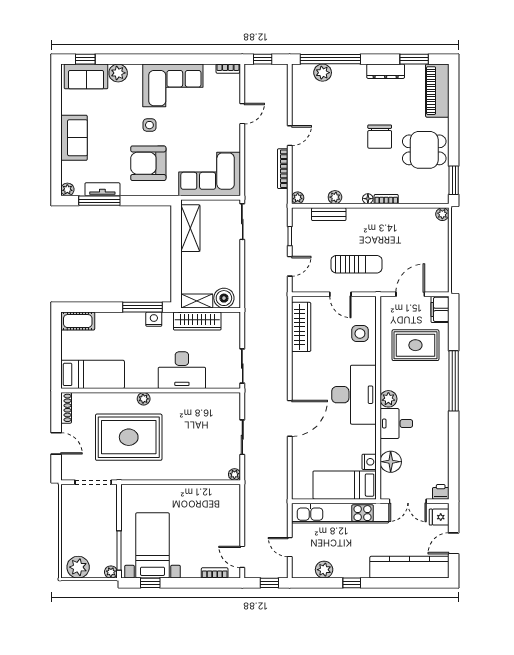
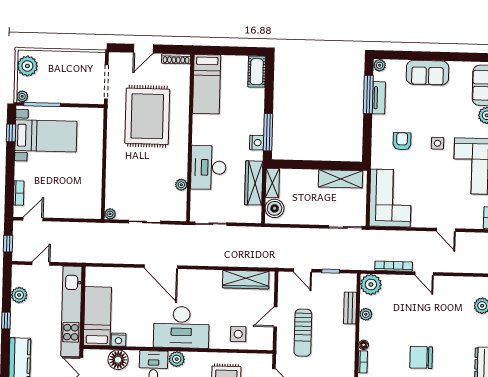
armchair: (148, 163) -> (402, 141), width x0.53, depth x0.53
plant: (298, 198) -> (371, 284), width x1.88, depth x1.88
plant: (144, 399) -> (181, 185), moved

